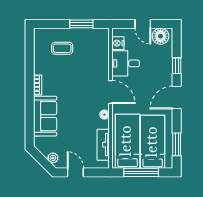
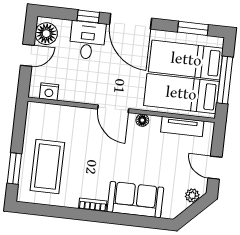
window: (81, 24) -> (14, 168), moved
coffee table: (62, 48) -> (47, 167), width x1.86, depth x1.72
desk: (125, 63) -> (87, 40), moved, turned 180
door: (110, 92) -> (113, 109), swing flipped
door: (177, 98) -> (131, 21), width x1.36
door: (75, 172) -> (215, 168), hinge flipped

